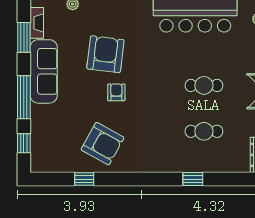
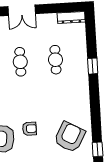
armchair: (116, 92) -> (30, 129), turned 180

